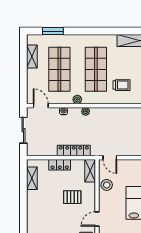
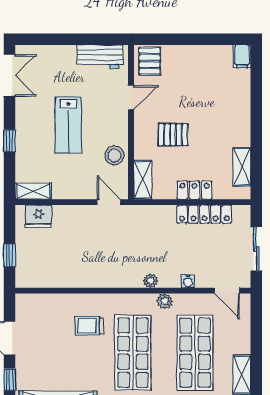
locker: (74, 151) -> (204, 214), moved

